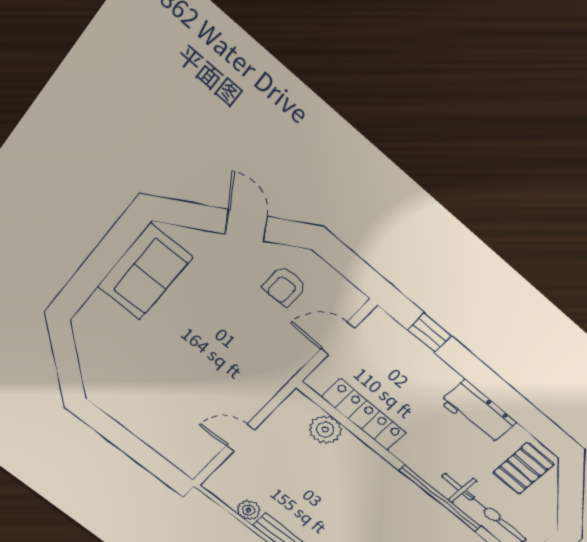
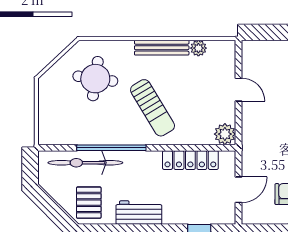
plant: (325, 429) -> (225, 134), moved
door: (240, 438) -> (239, 90), hinge flipped
sun lounger: (355, 498) -> (153, 108), added

